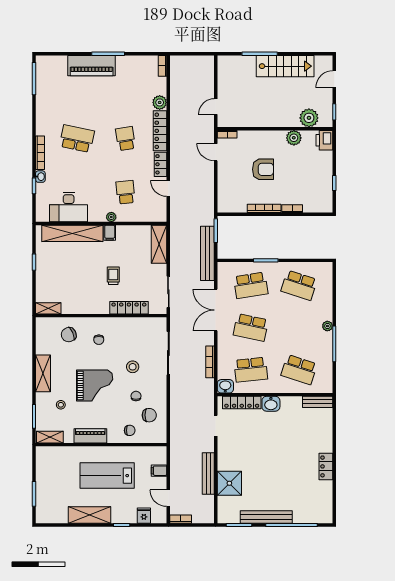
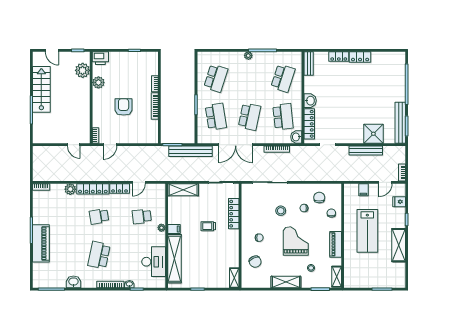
washbasin: (43, 106) -> (73, 282), added
locker: (326, 440) -> (339, 56), added
bench: (266, 517) -> (400, 123), moved

